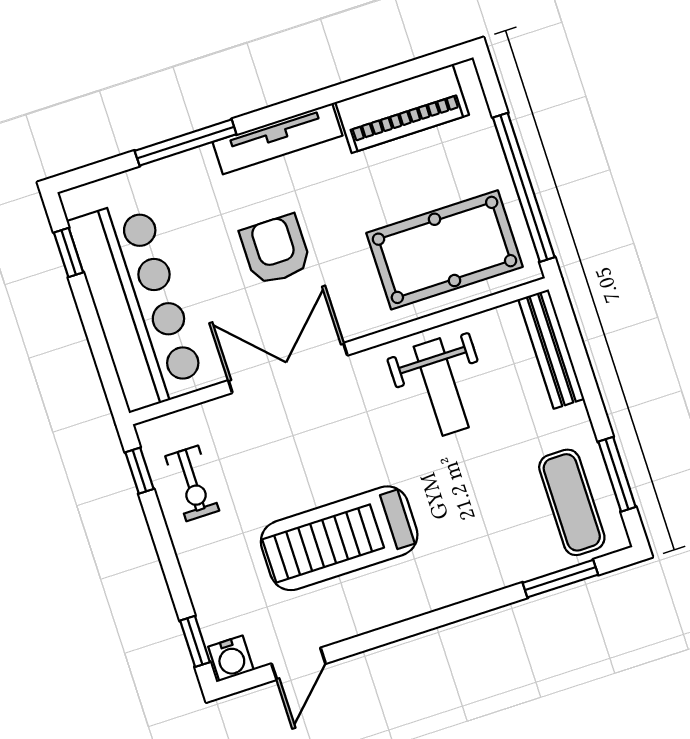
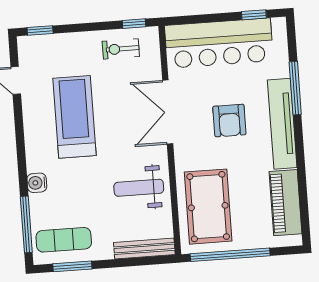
tv unit: (278, 139) -> (282, 124), width x1.36, depth x1.29
armchair: (276, 250) -> (229, 121), turned 90
double door: (288, 368) -> (168, 112), swing flipped
window: (560, 579) -> (26, 224), width x1.44
water cooler: (231, 658) -> (37, 183), moved

